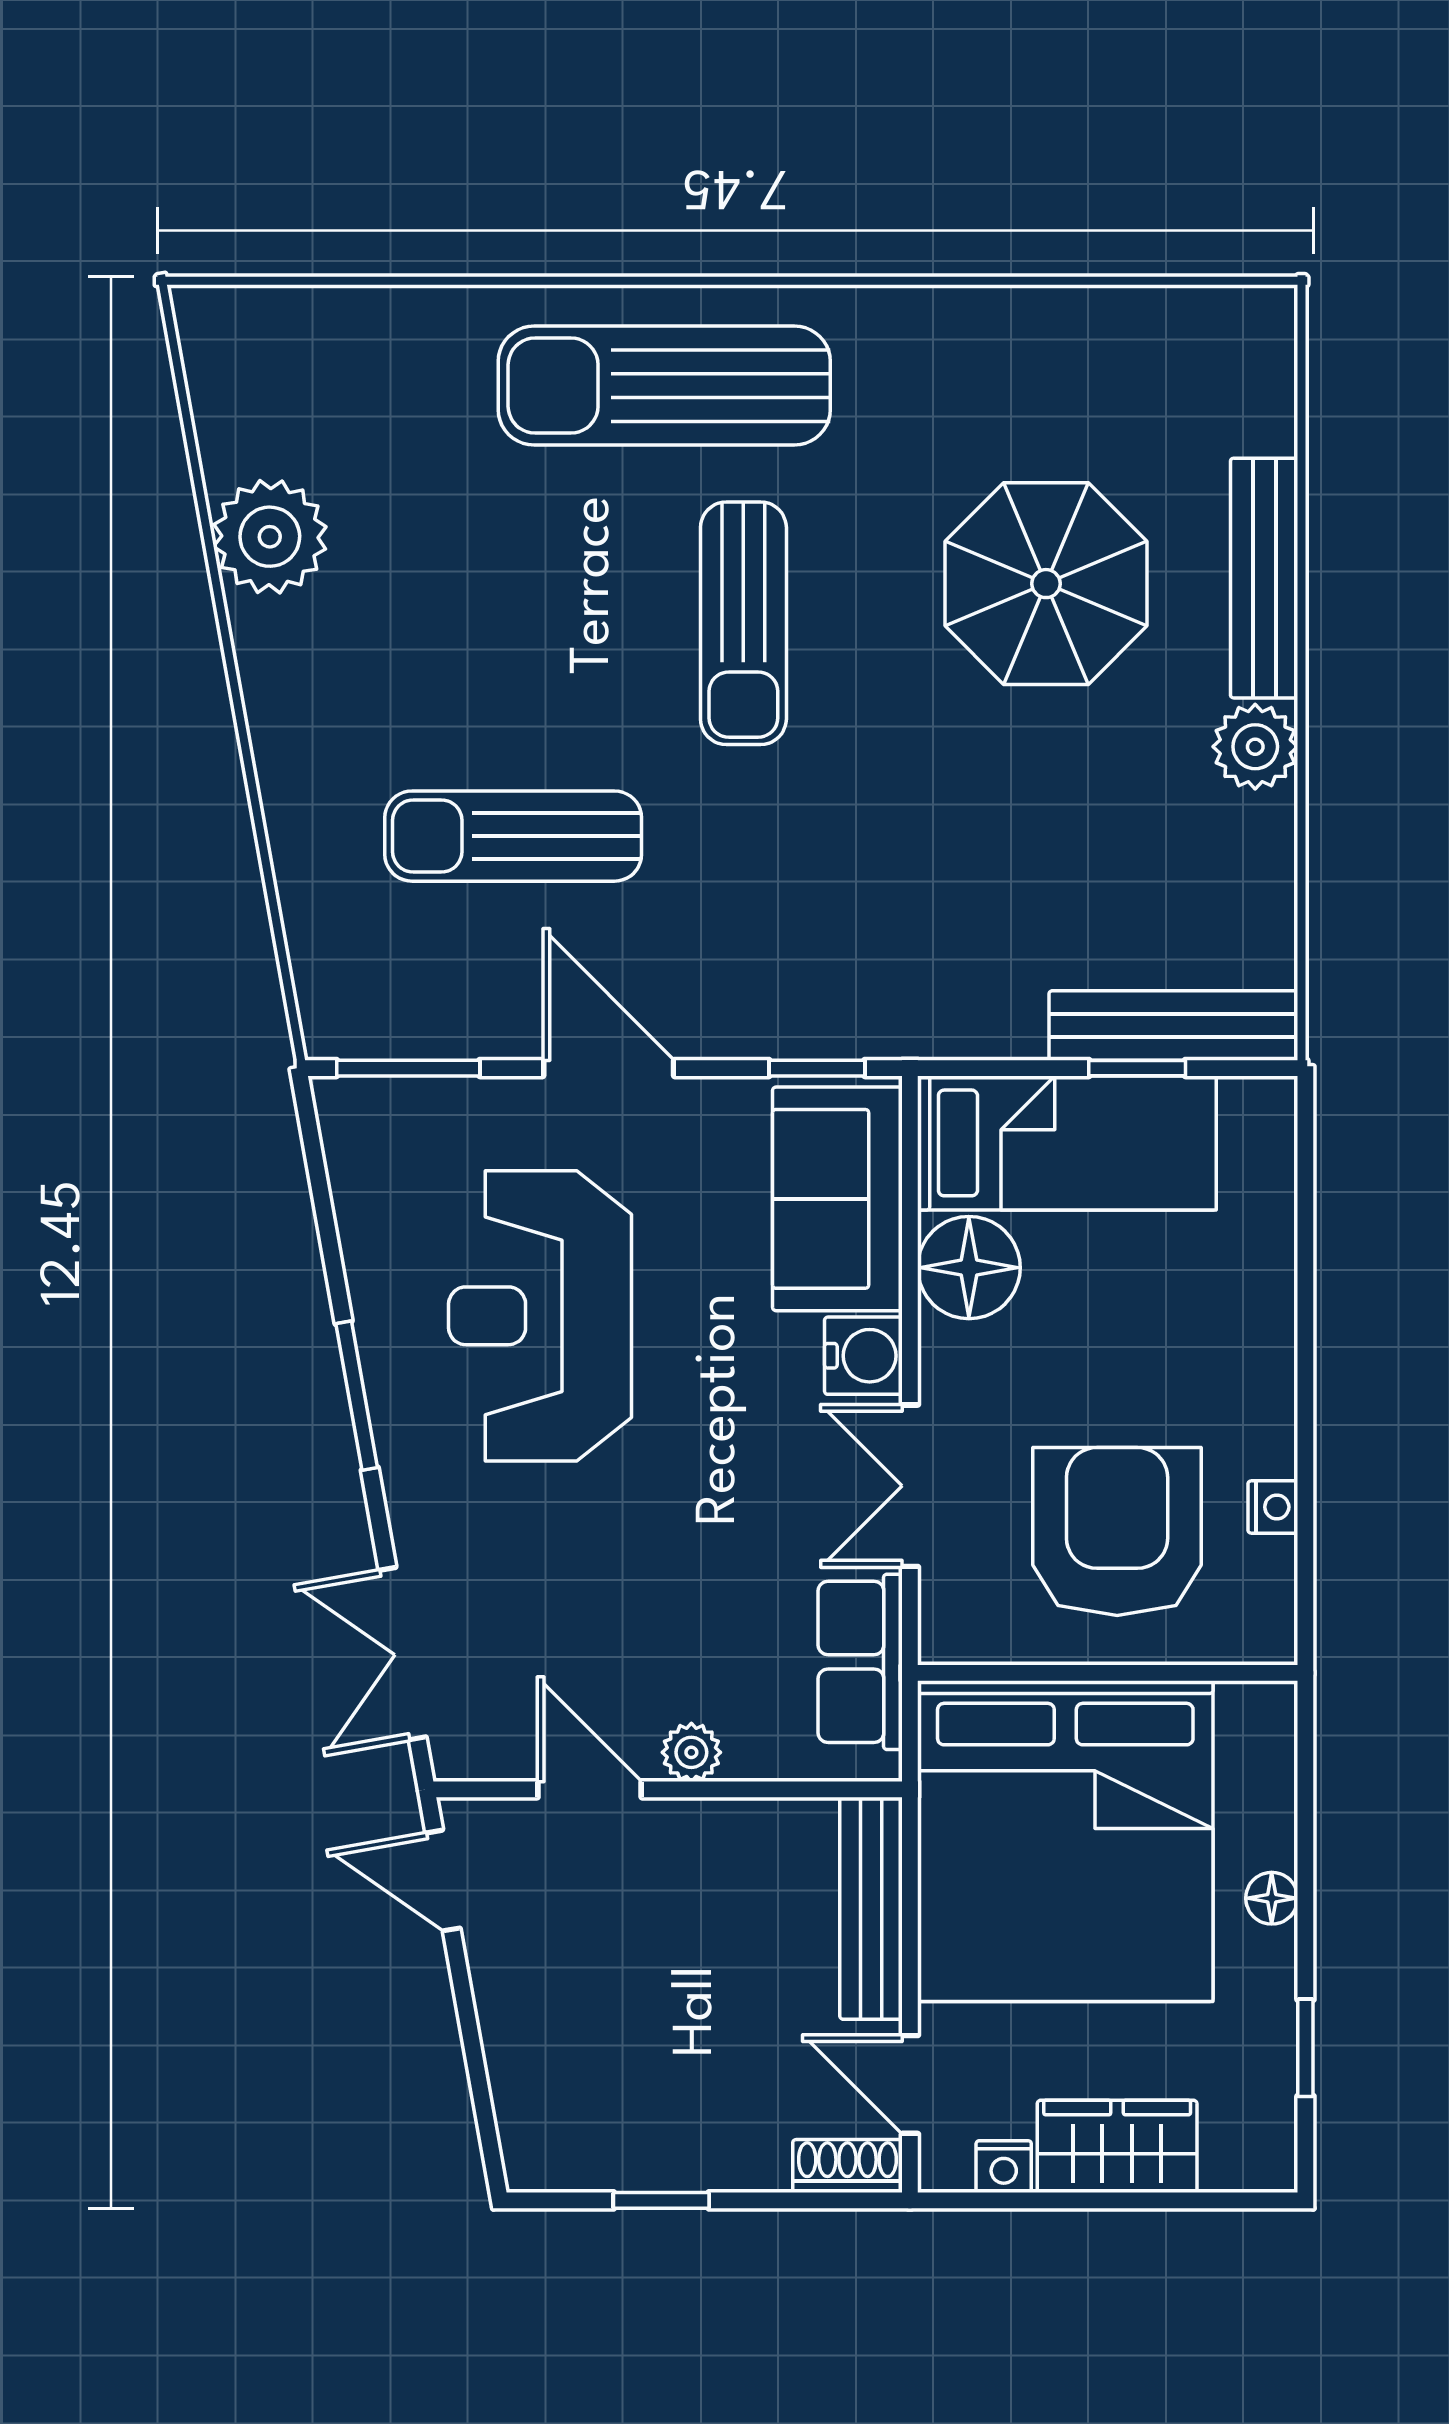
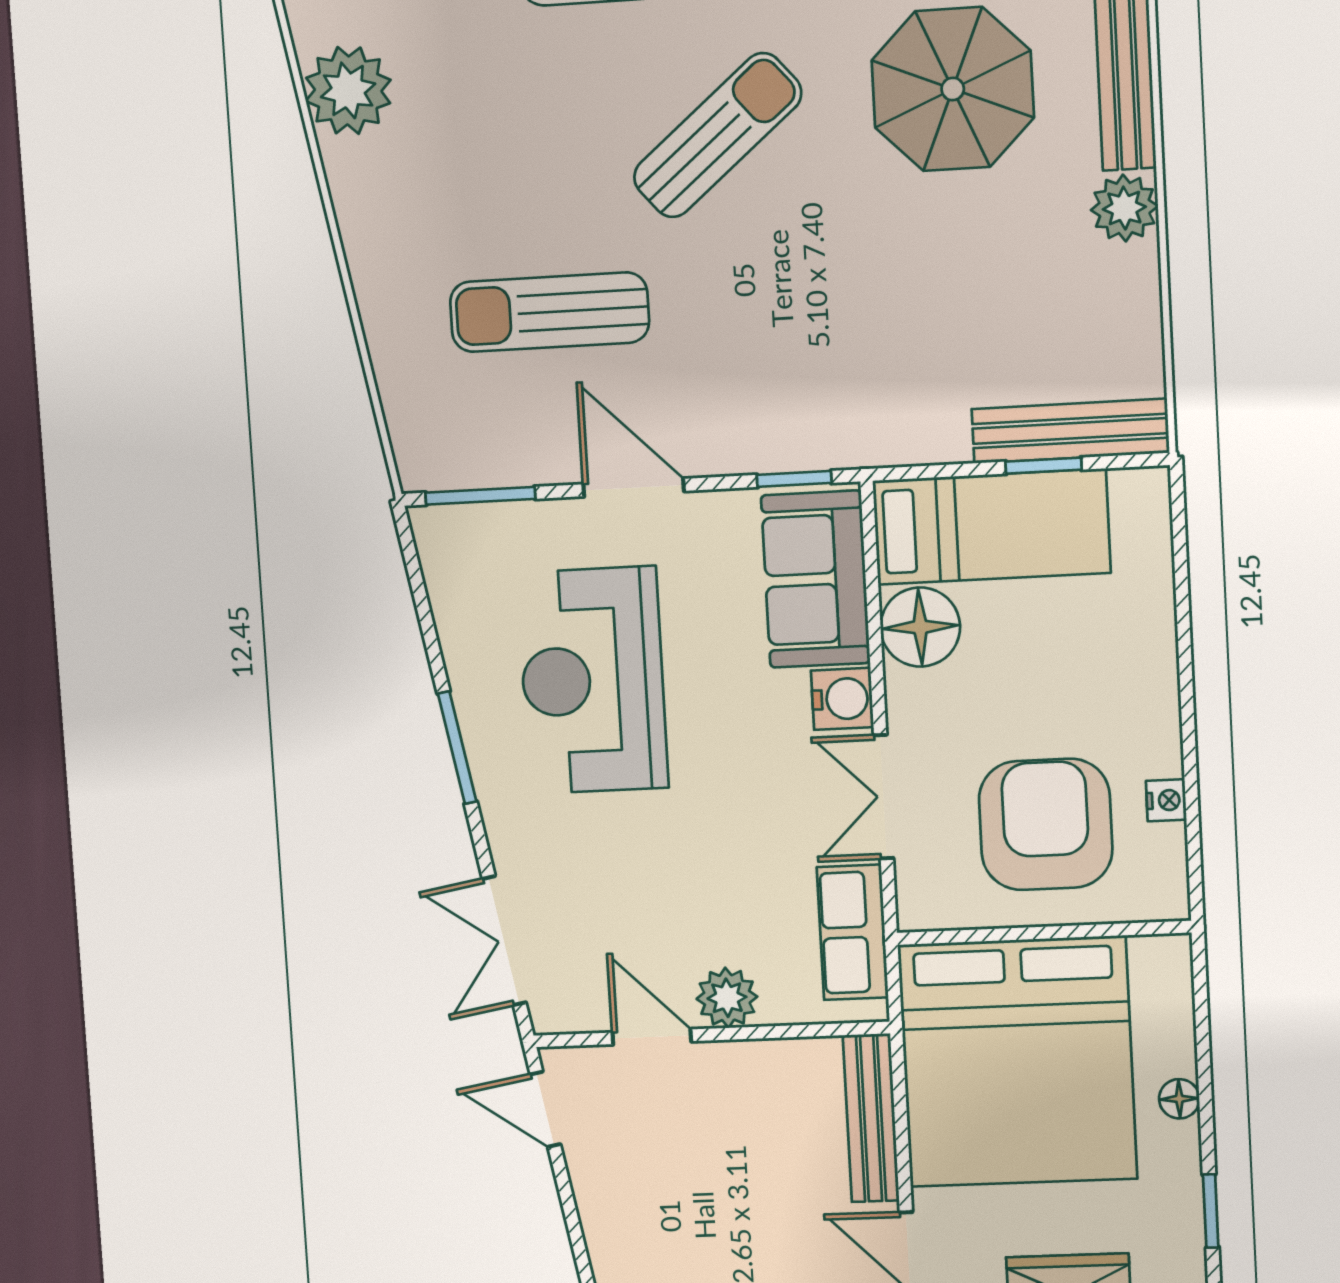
sun lounger: (743, 623) -> (718, 135), turned -130
plant: (691, 1752) -> (727, 998), width x1.38, depth x1.38

